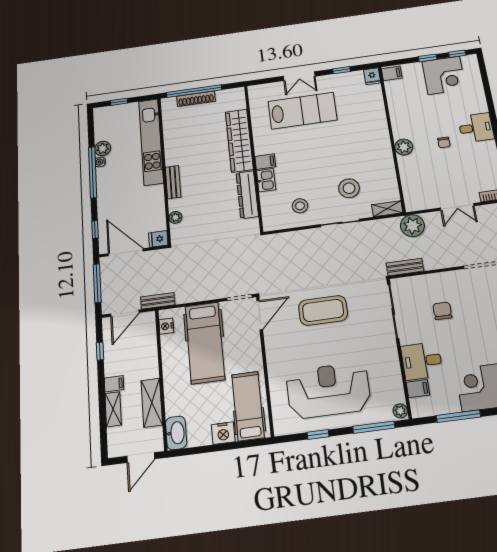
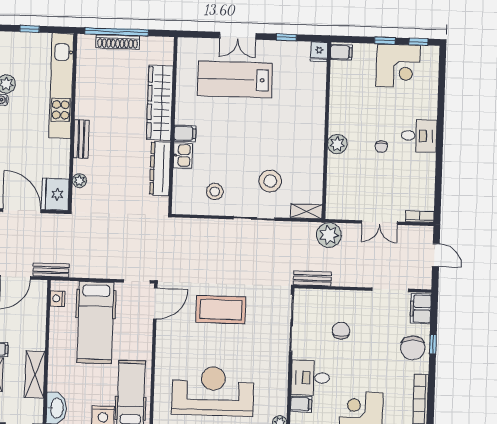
lab bench: (302, 111) -> (235, 79), turned 180
fridge: (158, 239) -> (55, 194), width x1.88, depth x1.34

